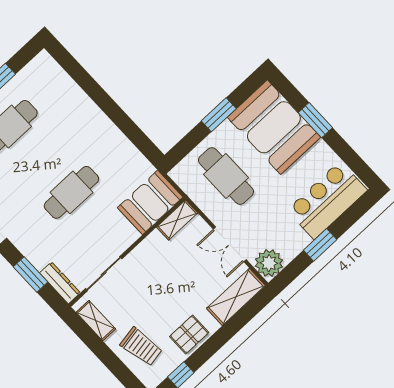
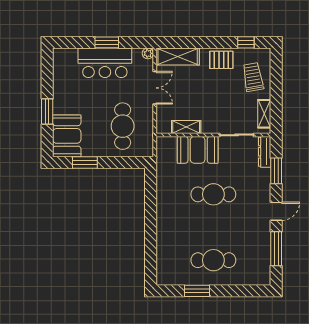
window: (219, 115) -> (85, 162), moved
booth: (274, 127) -> (67, 136), width x0.73, depth x0.70
bar counter: (327, 200) -> (105, 63), moved
booth: (150, 202) -> (198, 150), moved
shelving: (177, 220) -> (186, 127), moved
plant: (269, 263) -> (148, 53), width x0.53, depth x0.53

